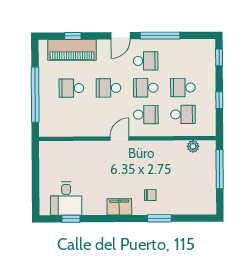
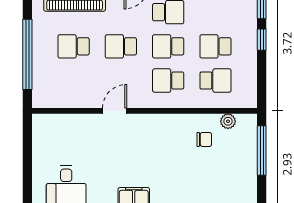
window: (219, 100) -> (262, 40), moved
school desk: (146, 115) -> (168, 81), turned 180
door: (120, 139) -> (115, 111), moved
chair: (150, 195) -> (204, 139), moved

